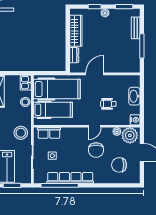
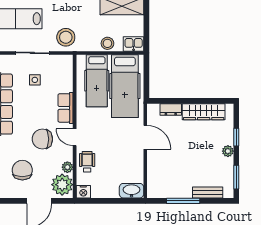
washbasin: (134, 96) -> (132, 191), moved
wheelchair: (108, 104) -> (87, 162), moved
row of seats: (49, 133) -> (66, 108), moved

